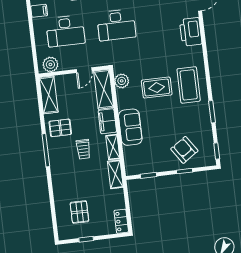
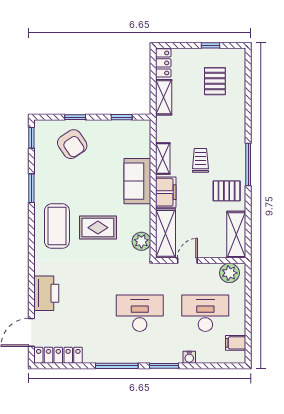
shelving: (115, 174) -> (164, 97), moved

